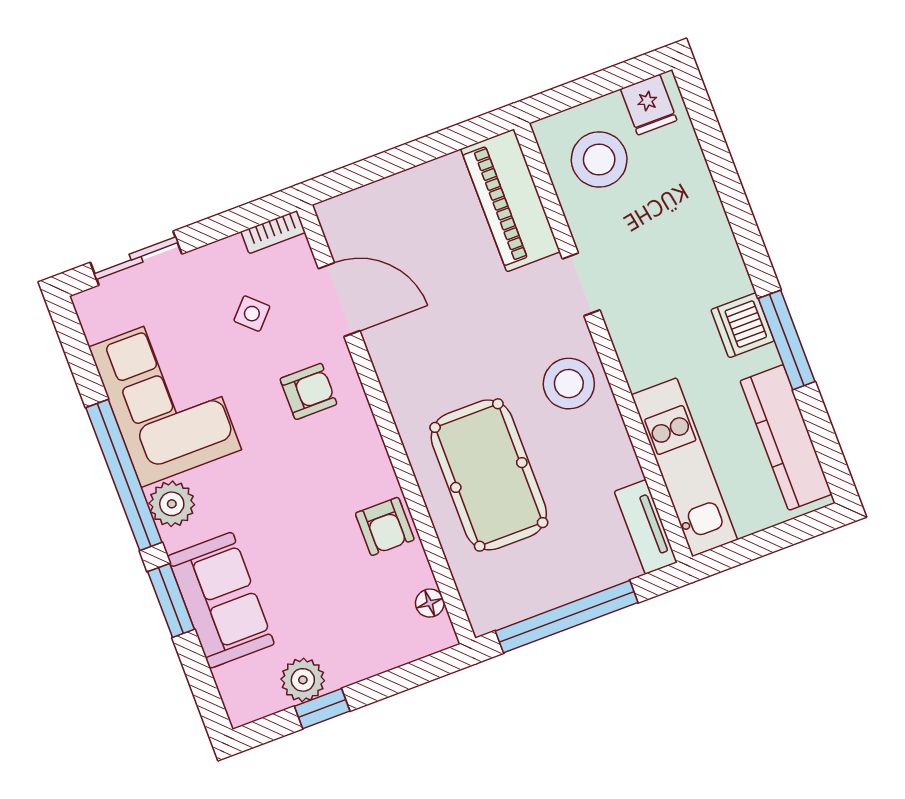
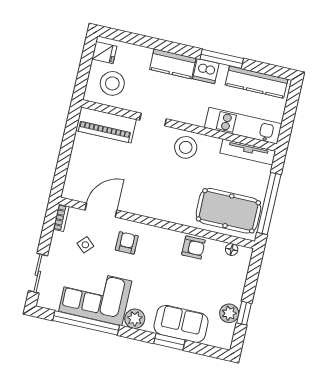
kitchen counter: (714, 252) -> (173, 64), added
window: (124, 475) -> (86, 323), moved
pool table: (489, 475) -> (228, 211), moved
tv unit: (646, 527) -> (248, 152), width x1.41

